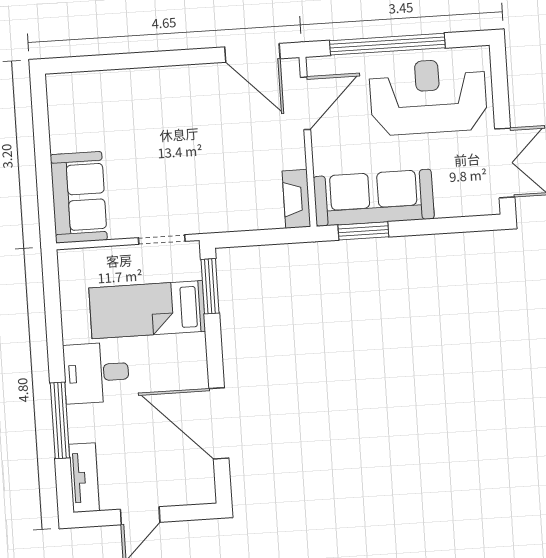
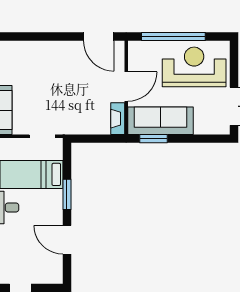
door: (305, 103) -> (126, 86), moved
window: (210, 286) -> (67, 194), moved
door: (219, 423) -> (67, 240), width x0.73

